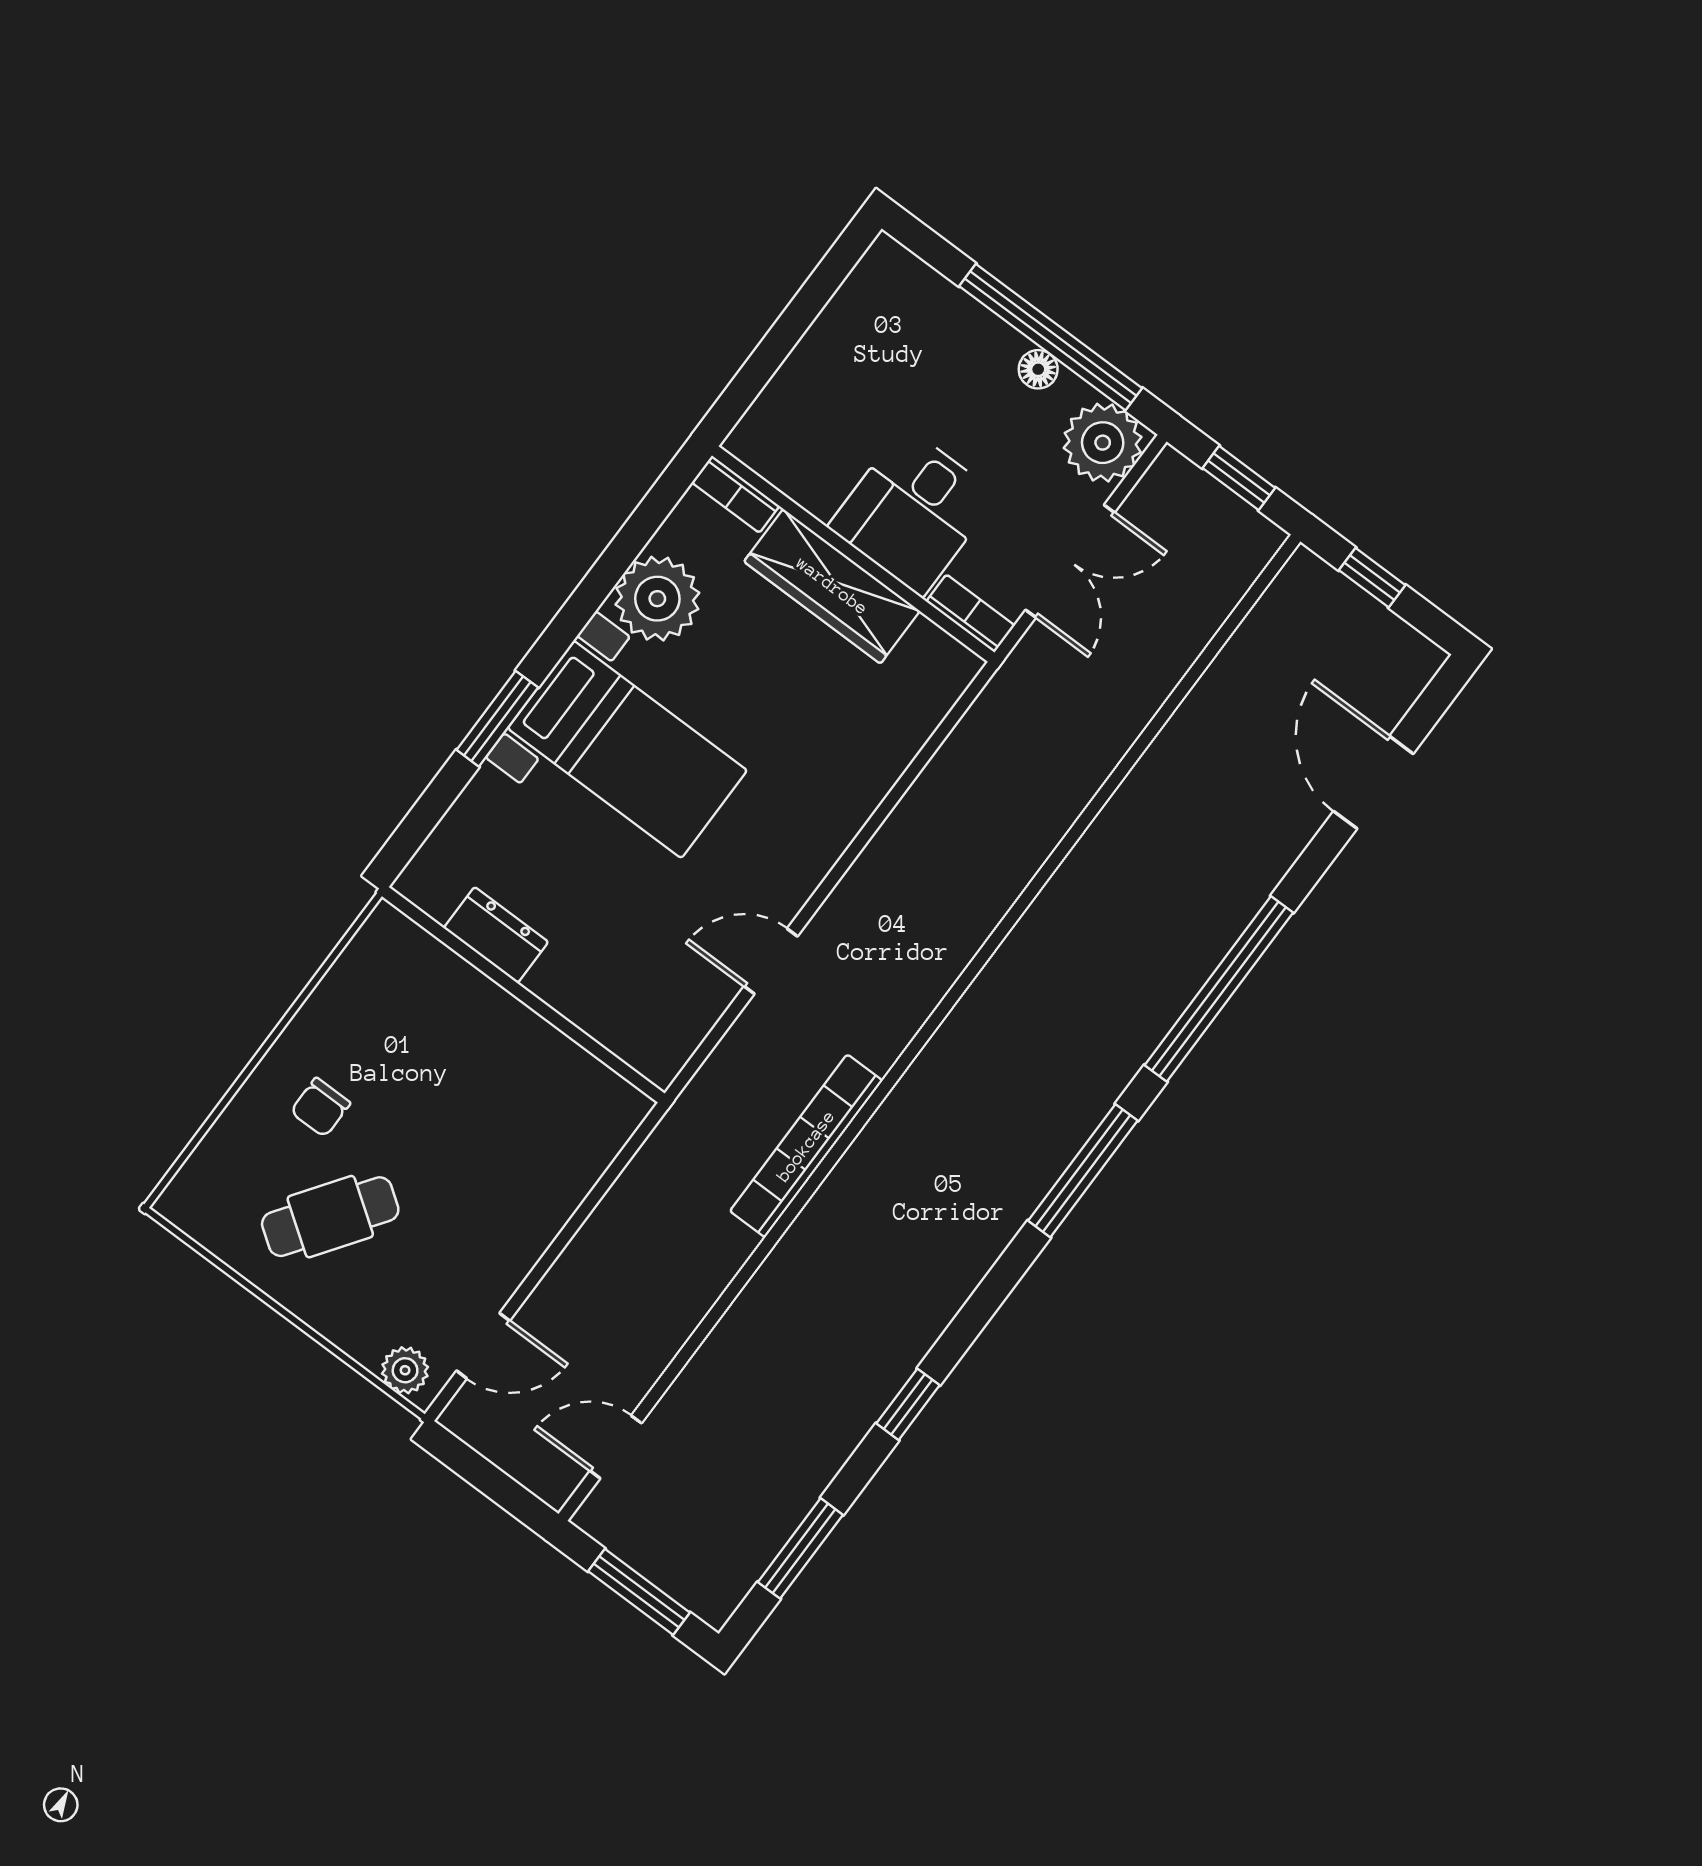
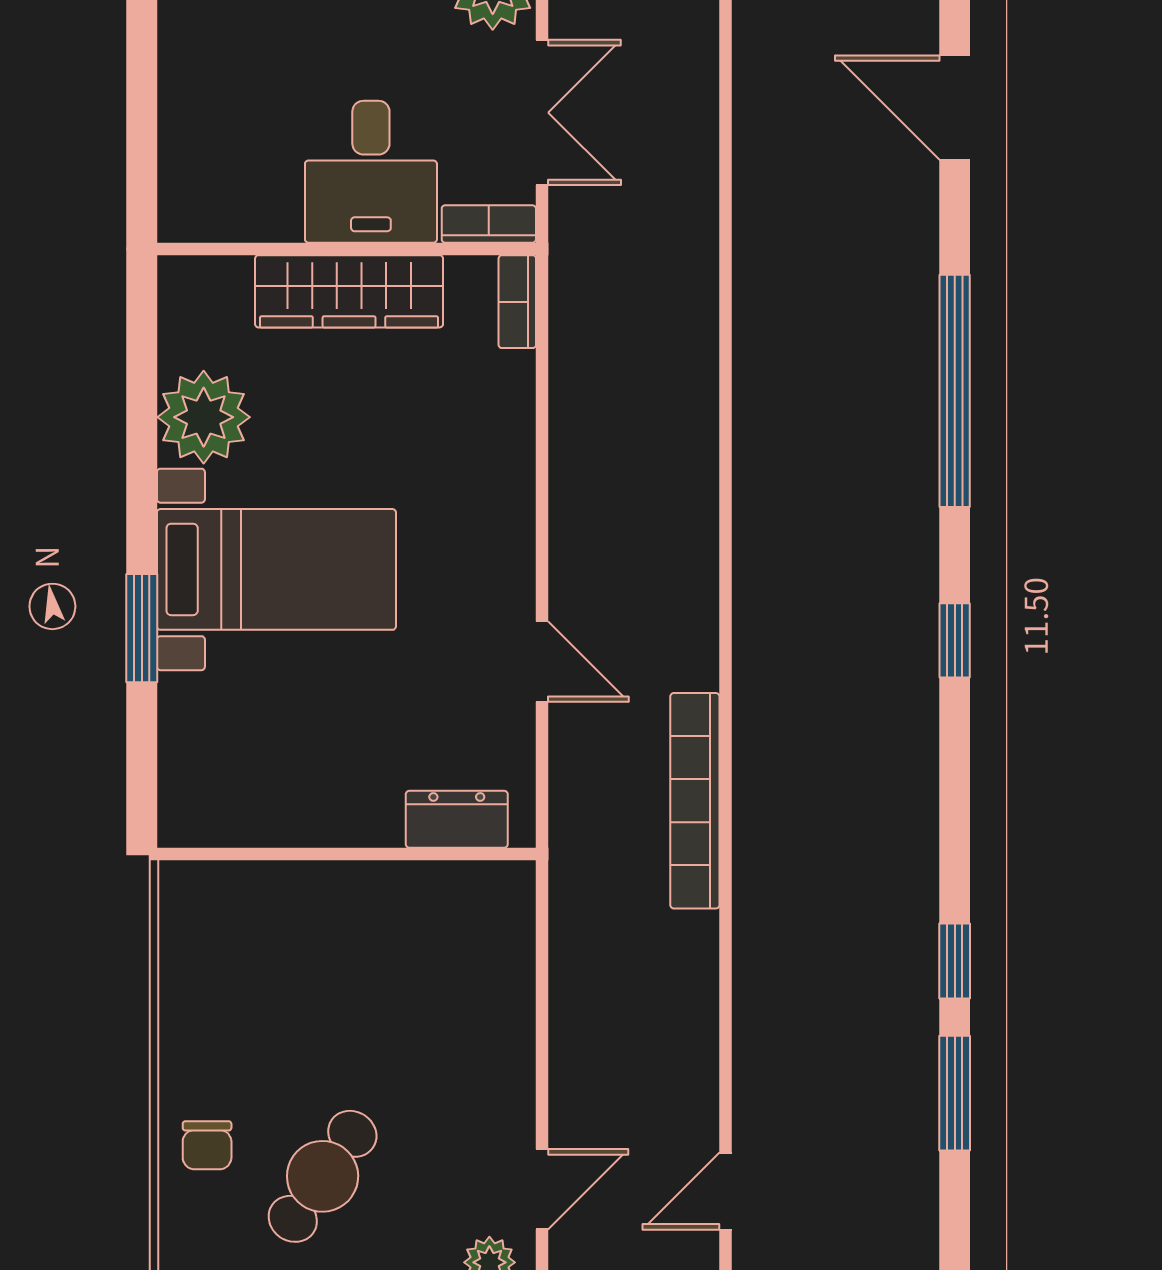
bookcase: (736, 494) -> (517, 302), moved, turned 90
dresser: (496, 935) -> (457, 819), moved
door: (771, 961) -> (542, 662), swing flipped
chair: (320, 1107) -> (207, 1145), moved
window: (1083, 1171) -> (955, 640), width x0.46
window: (800, 1548) -> (955, 1093), moved

